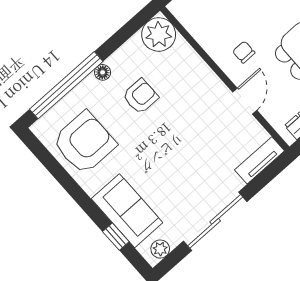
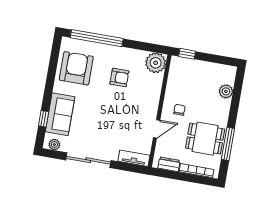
floor lamp: (103, 72) -> (116, 50), removed
armchair: (84, 143) -> (76, 68), turned -90

